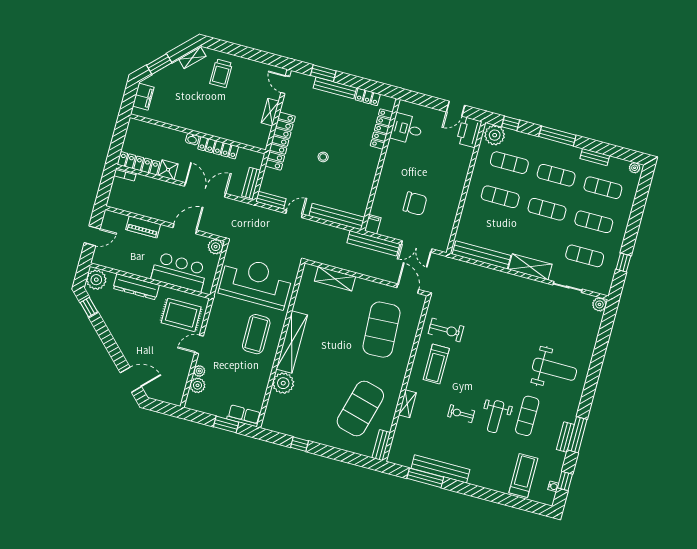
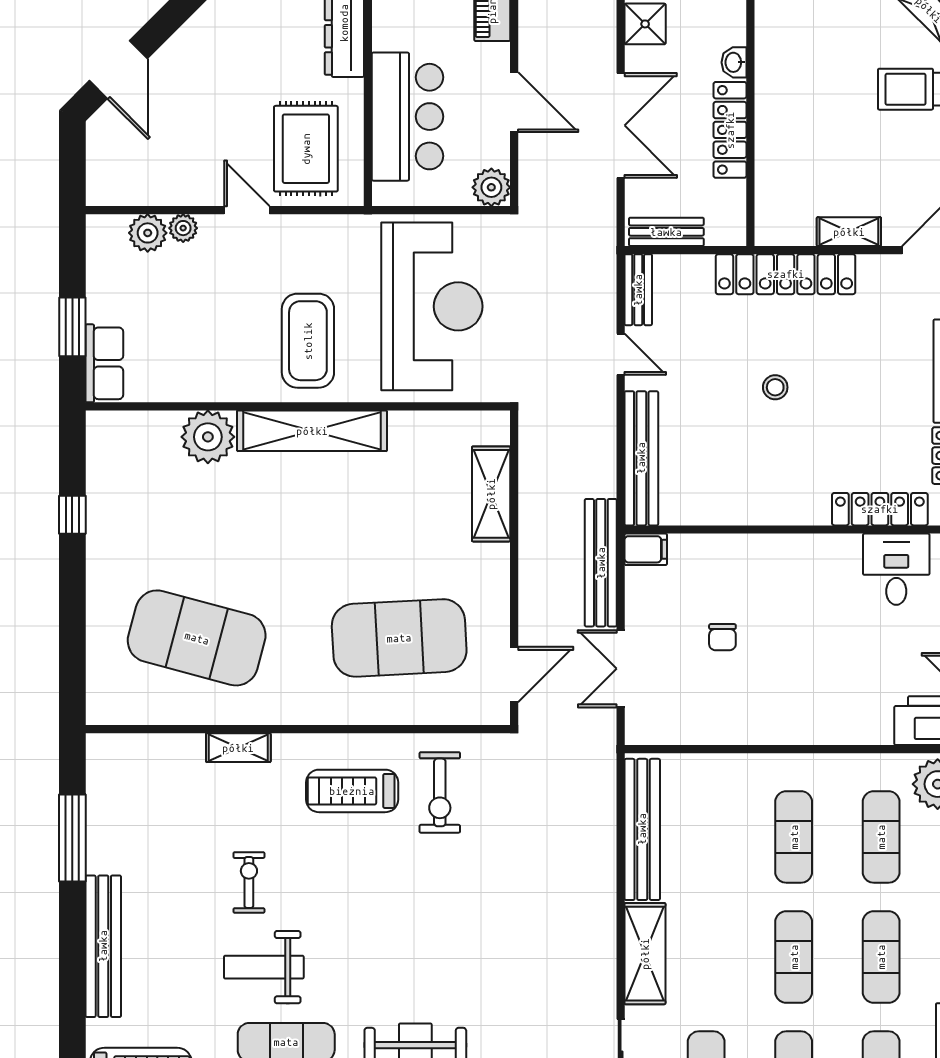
chair: (415, 204) -> (722, 637), width x0.54, depth x0.54
coffee table: (256, 334) -> (308, 341), turned 90
bench: (381, 445) -> (122, 711), removed
bench: (441, 469) -> (103, 946), moved

